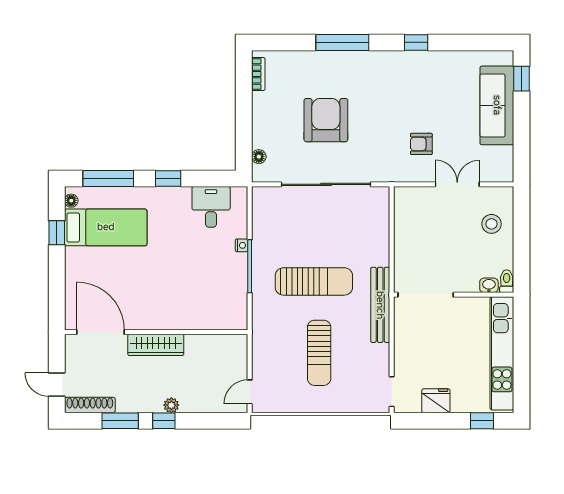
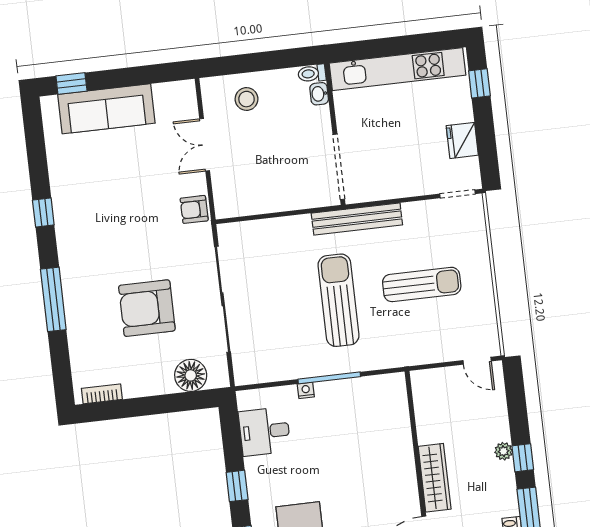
armchair: (421, 144) -> (194, 209), moved, turned 90
floor lamp: (259, 157) -> (191, 375), width x1.89, depth x1.89

